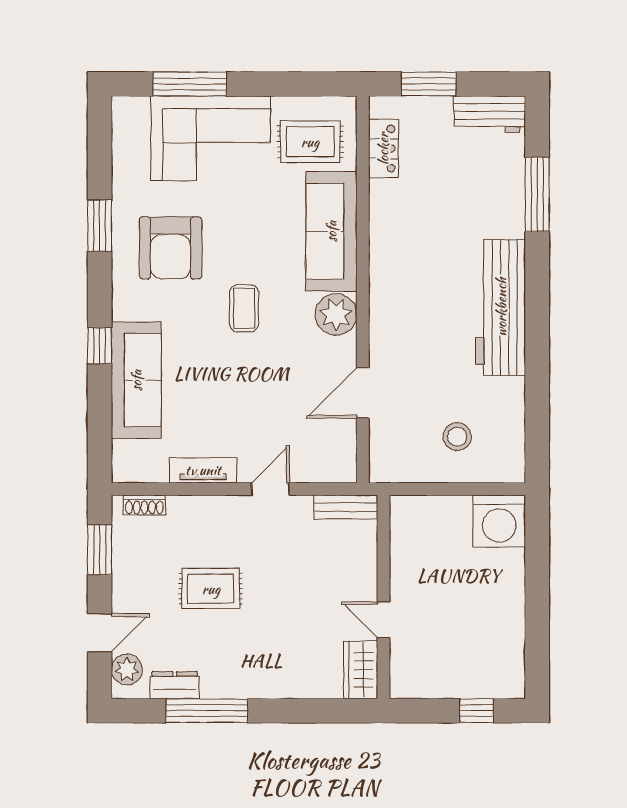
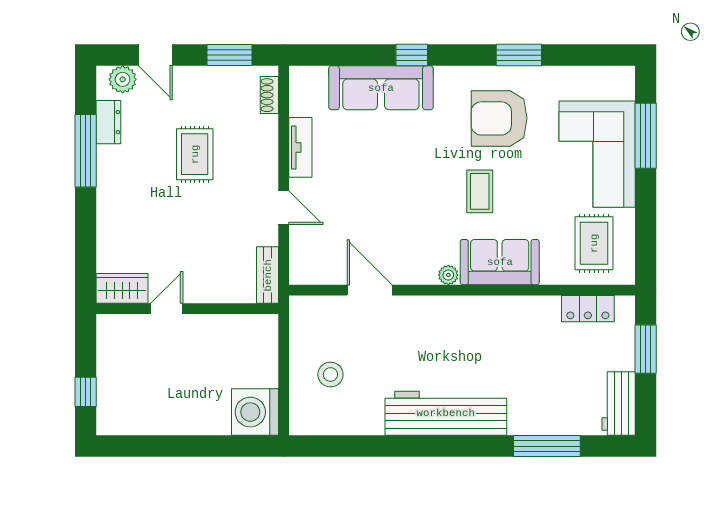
sofa: (331, 231) -> (500, 262), width x0.73
coffee table: (244, 308) -> (480, 191), moved, turned 90
plant: (336, 314) -> (448, 275), width x0.53, depth x0.53

